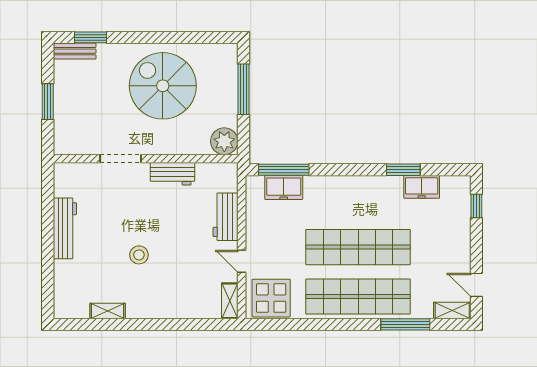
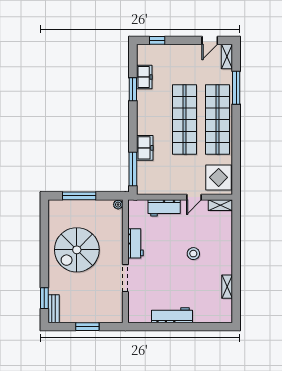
plant: (224, 141) -> (118, 205), width x0.53, depth x0.53
freezer: (284, 188) -> (145, 148), moved
stool: (139, 255) -> (193, 254), moved

